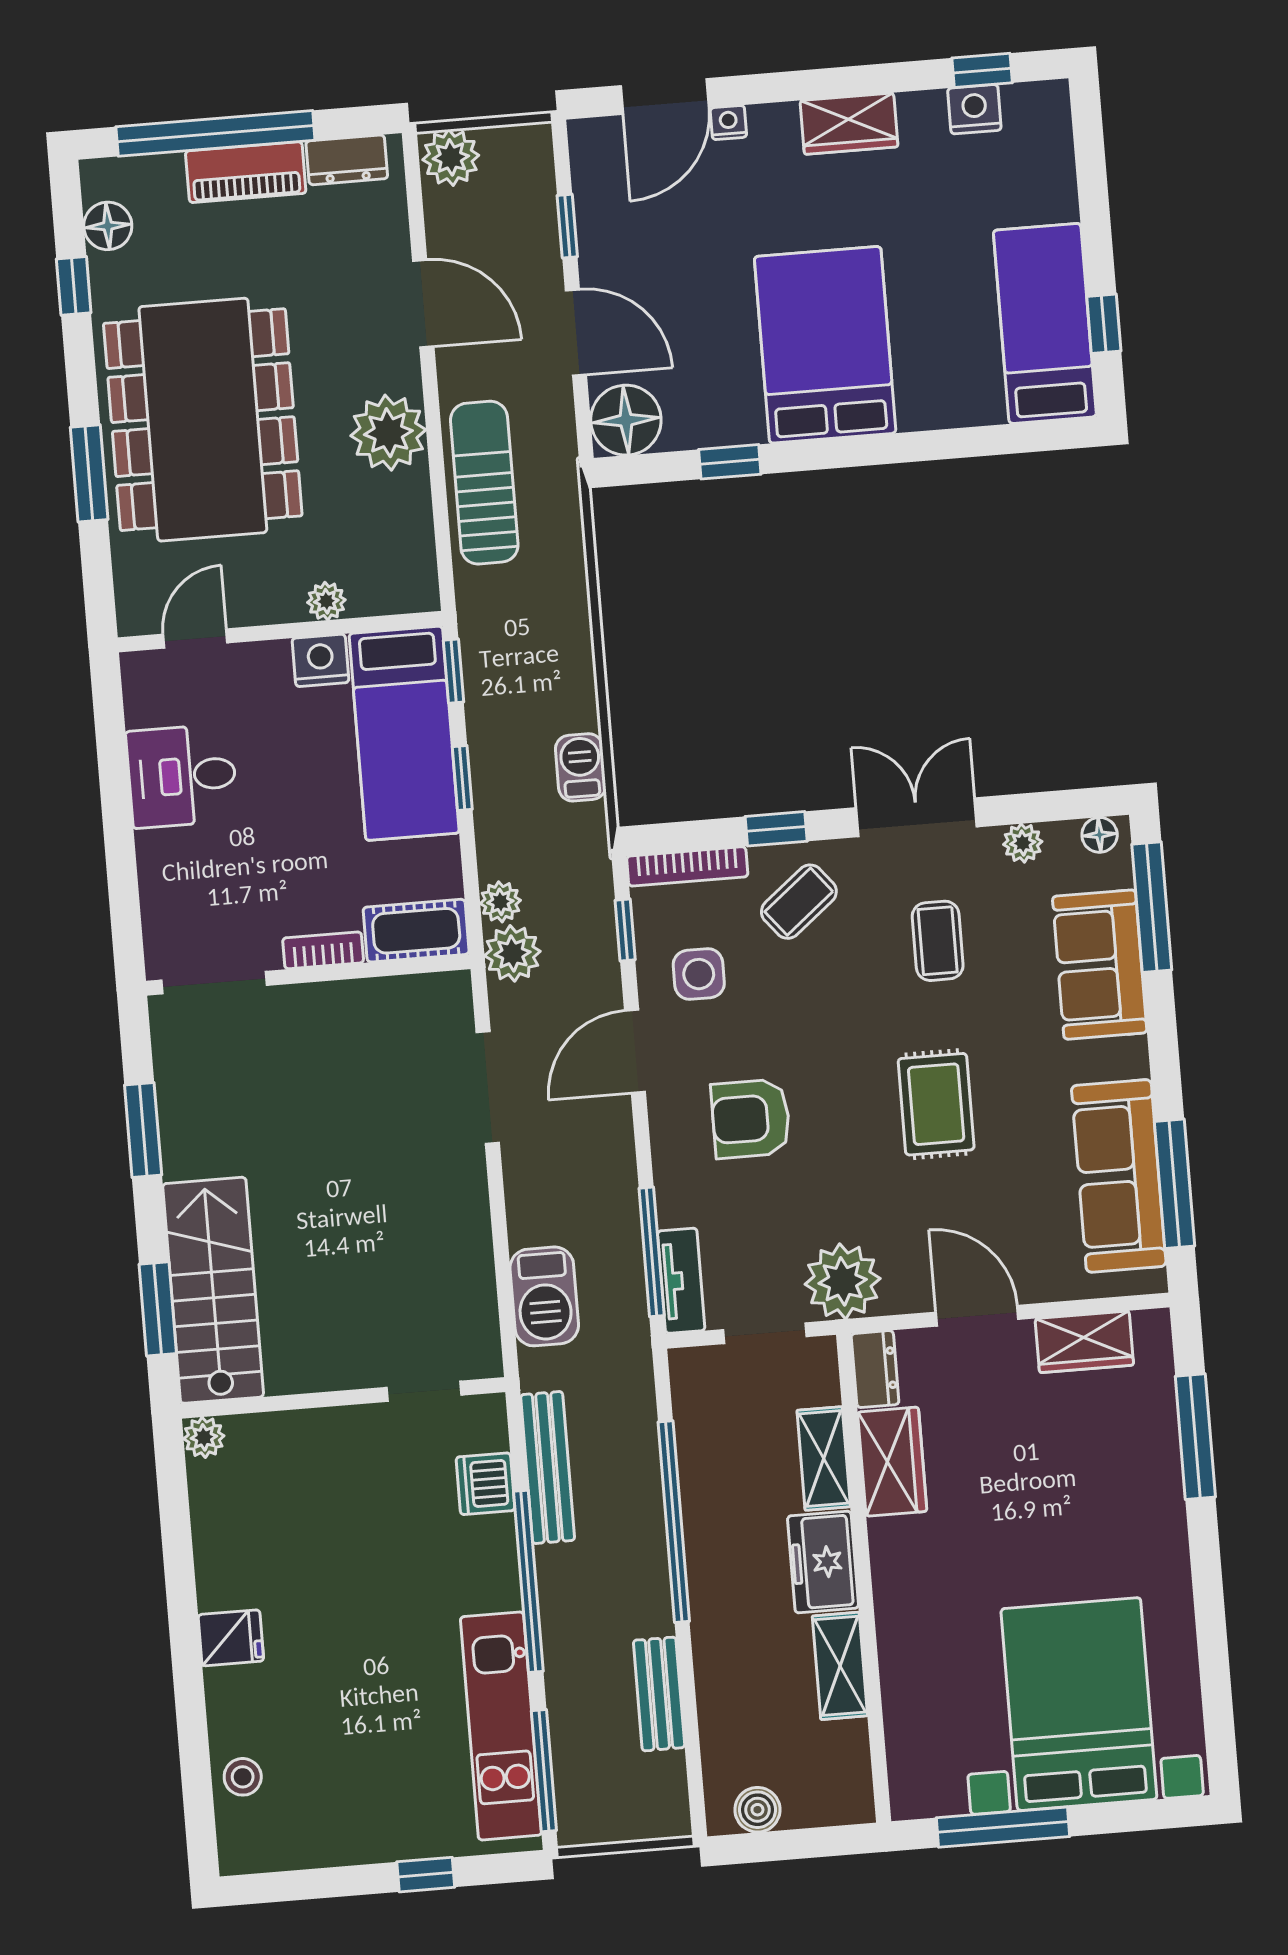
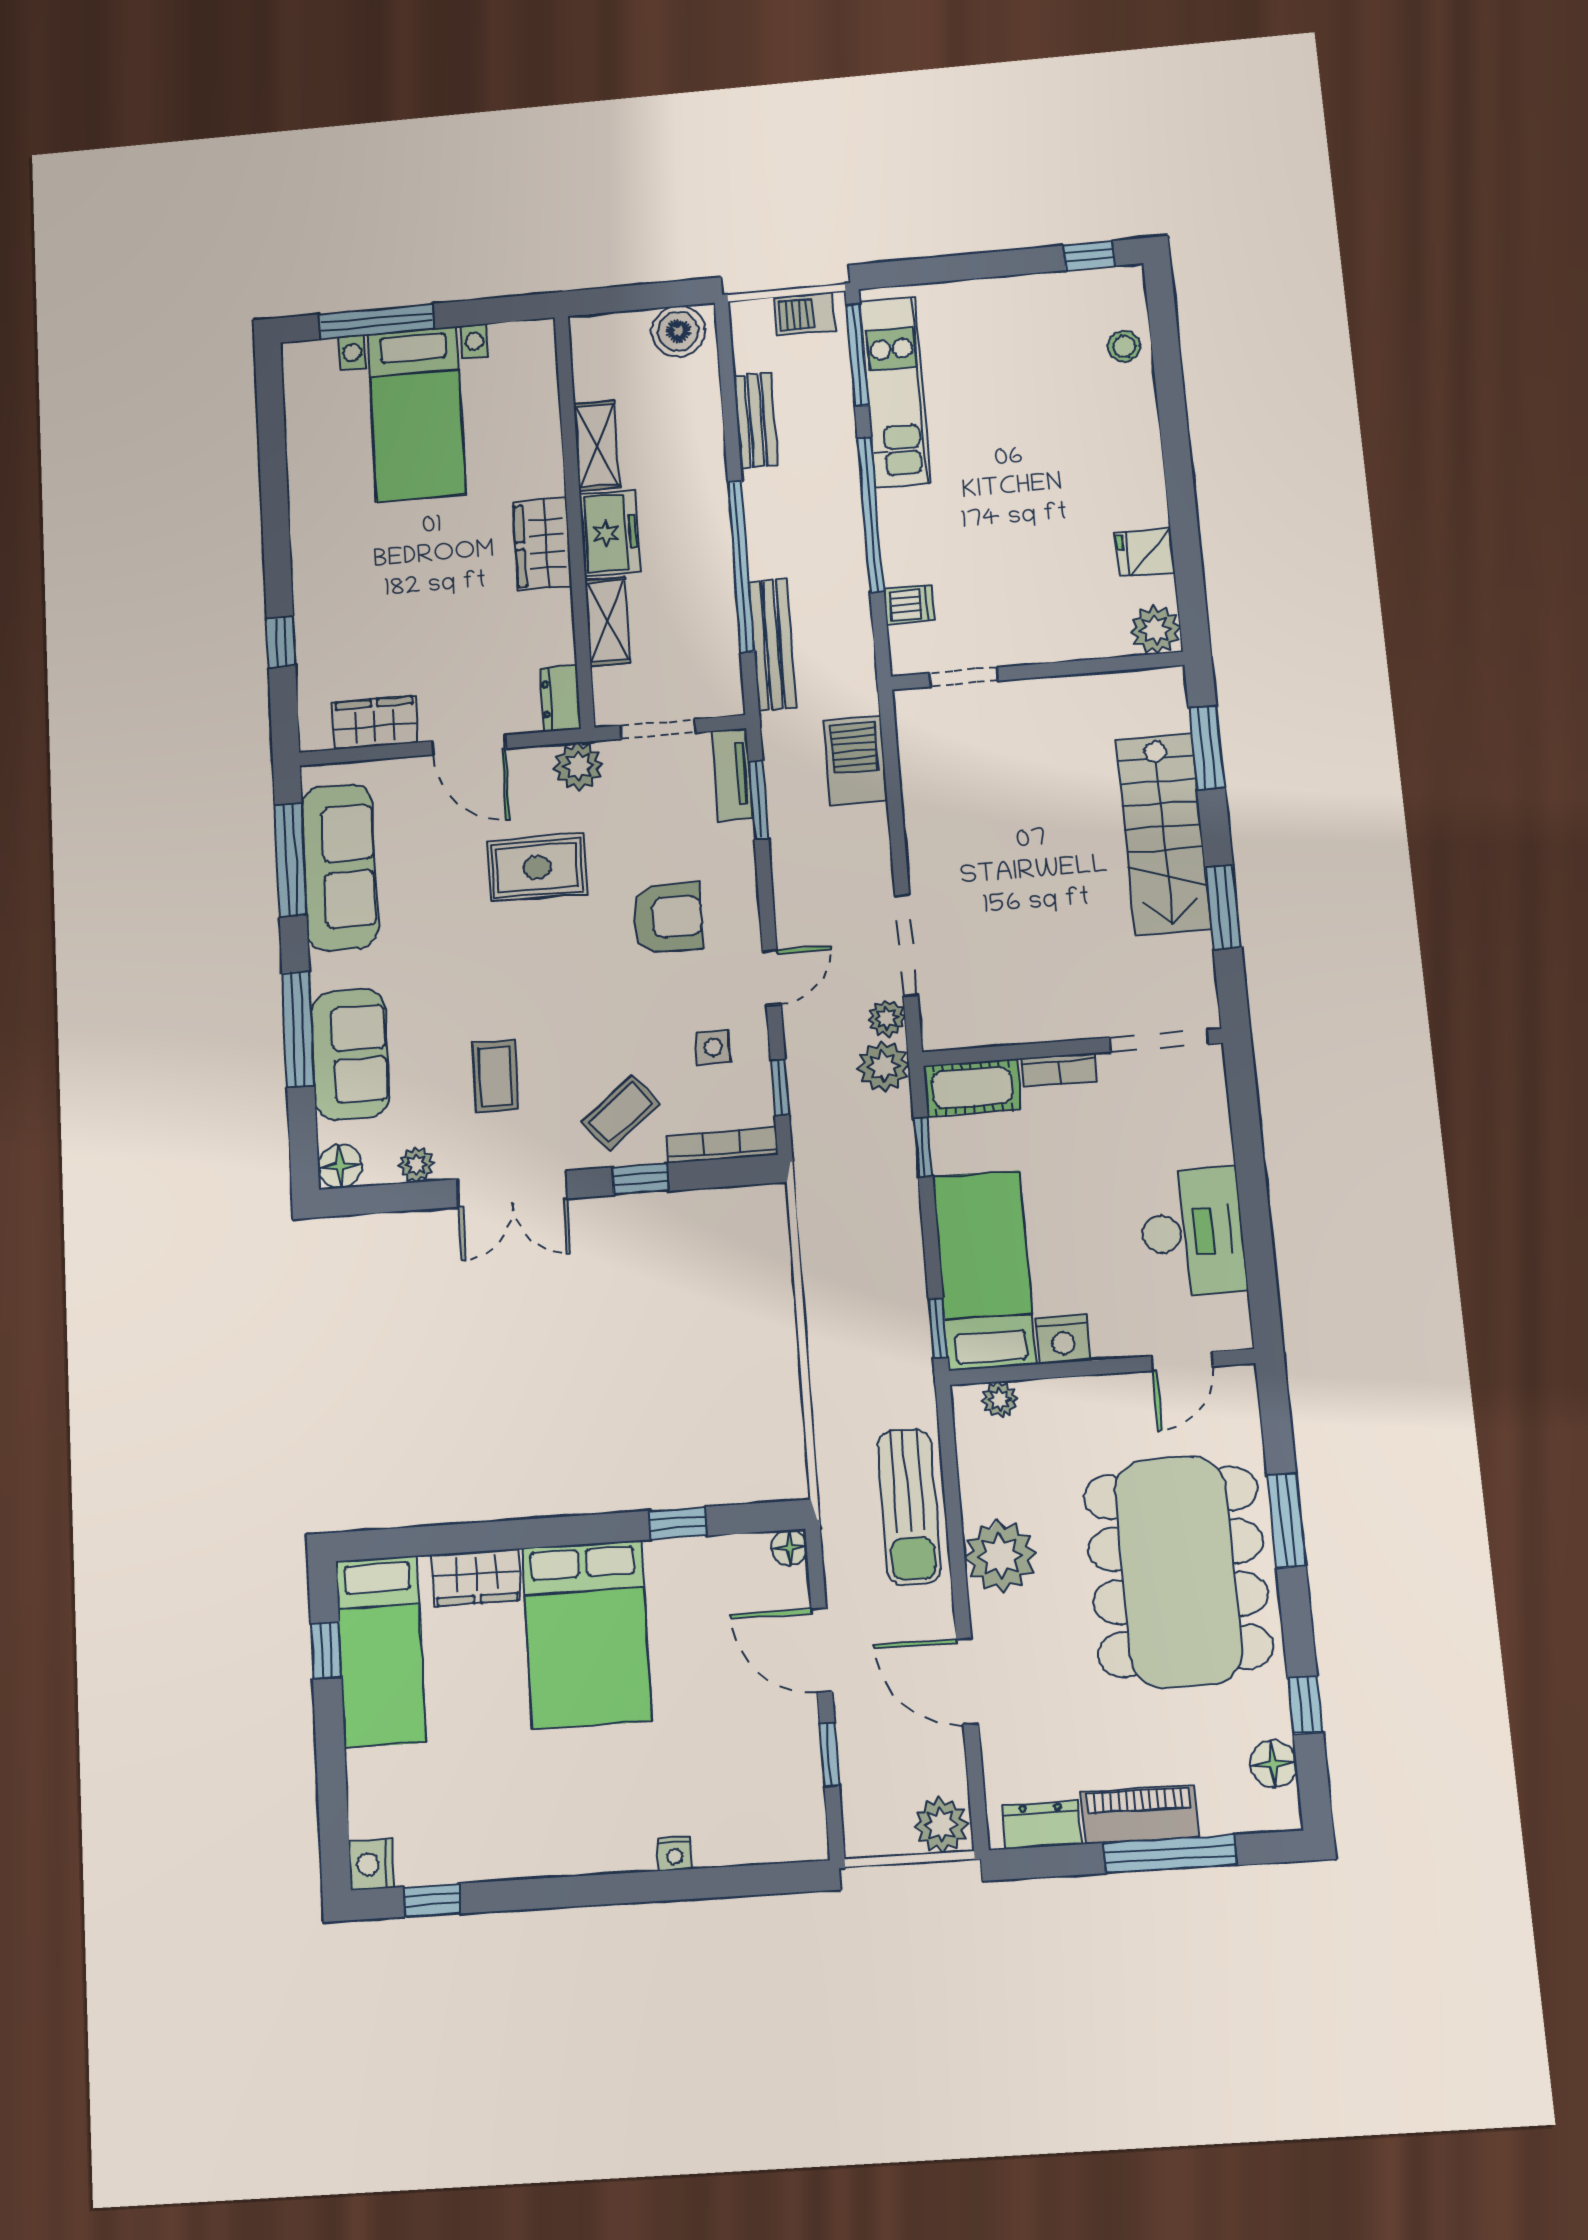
door: (665, 96) -> (735, 1881), removed
nightstand: (974, 109) -> (371, 1864), moved, turned 90
wardrobe: (849, 124) -> (476, 1577), moved, turned 180
window: (215, 133) -> (1170, 1854), width x0.68
floor lamp: (626, 420) -> (789, 1548), width x0.53, depth x0.53
plant: (326, 601) -> (1000, 1399), moved
barbecue: (581, 767) -> (805, 314), moved, turned 90
desk: (182, 776) -> (1192, 1232), width x1.37
window: (462, 778) -> (923, 1148), moved
floor lamp: (1100, 835) -> (340, 1166), width x1.37, depth x1.37
plant: (500, 902) -> (887, 1018), moved
window: (1152, 907) -> (298, 1029), moved
side table: (699, 974) -> (713, 1047), width x0.73, depth x0.73
door: (635, 1051) -> (772, 978), width x0.73
rug: (936, 1104) -> (537, 868), moved, turned 90
window: (652, 1252) -> (758, 800), width x0.69
plant: (843, 1281) -> (578, 766), width x0.73, depth x0.73
stairs: (213, 1290) -> (1163, 833), moved
plant: (204, 1437) -> (1155, 630), width x1.38, depth x1.38
window: (1195, 1437) -> (281, 642), width x0.46
wardrobe: (892, 1462) -> (543, 544), moved
bench: (548, 1468) -> (772, 645), moved
dishwasher: (485, 1484) -> (909, 604), width x0.73
fridge: (231, 1638) -> (1145, 552), moved
bed with nightstands: (1079, 1704) -> (417, 414), width x0.73
boiler: (757, 1810) -> (678, 331), width x1.36, depth x1.36
window: (1003, 1827) -> (376, 321), moved
window: (426, 1875) -> (1089, 256), moved

